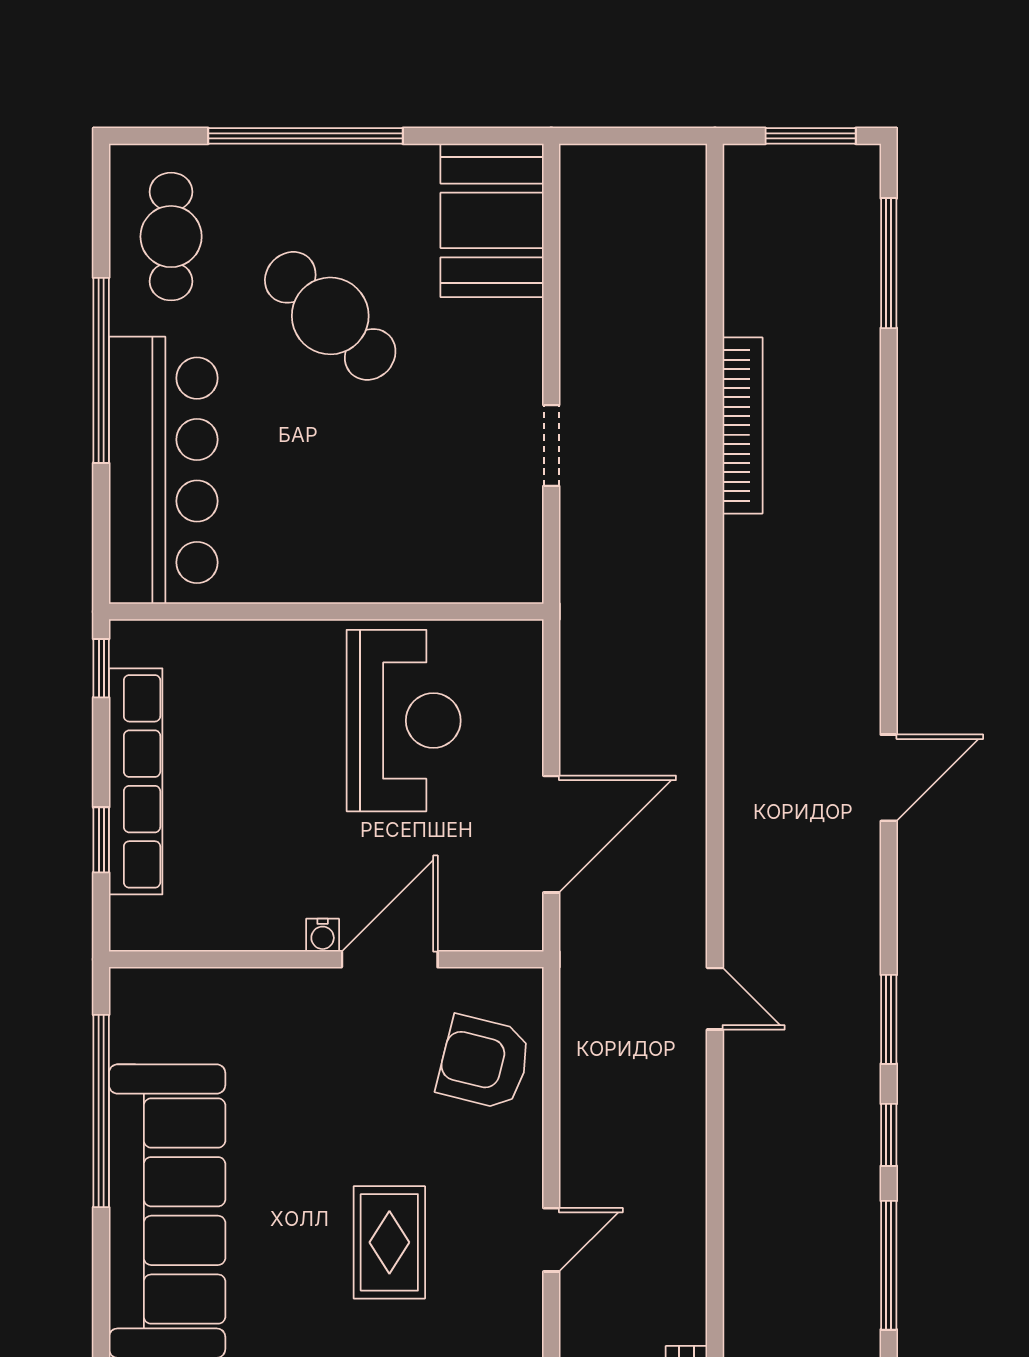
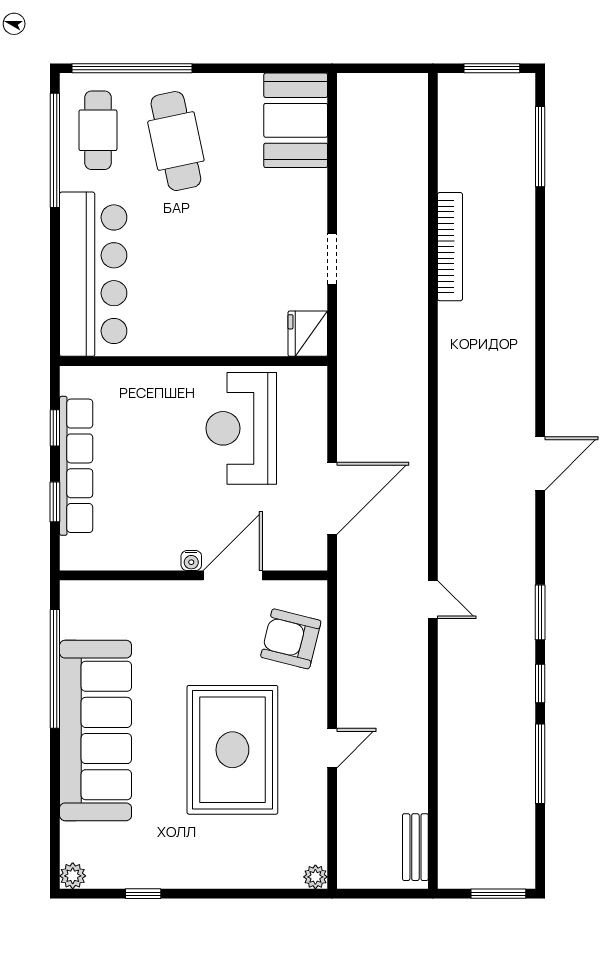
window: (306, 136) -> (132, 68), moved
cafe table: (330, 316) -> (176, 141), moved, turned 34
window: (101, 370) -> (55, 150), moved
fridge: (512, 567) -> (308, 334), added
window: (101, 668) -> (55, 428), moved
reception desk: (404, 721) -> (241, 428), turned 180
rug: (389, 1242) -> (232, 750), width x1.86, depth x2.06

